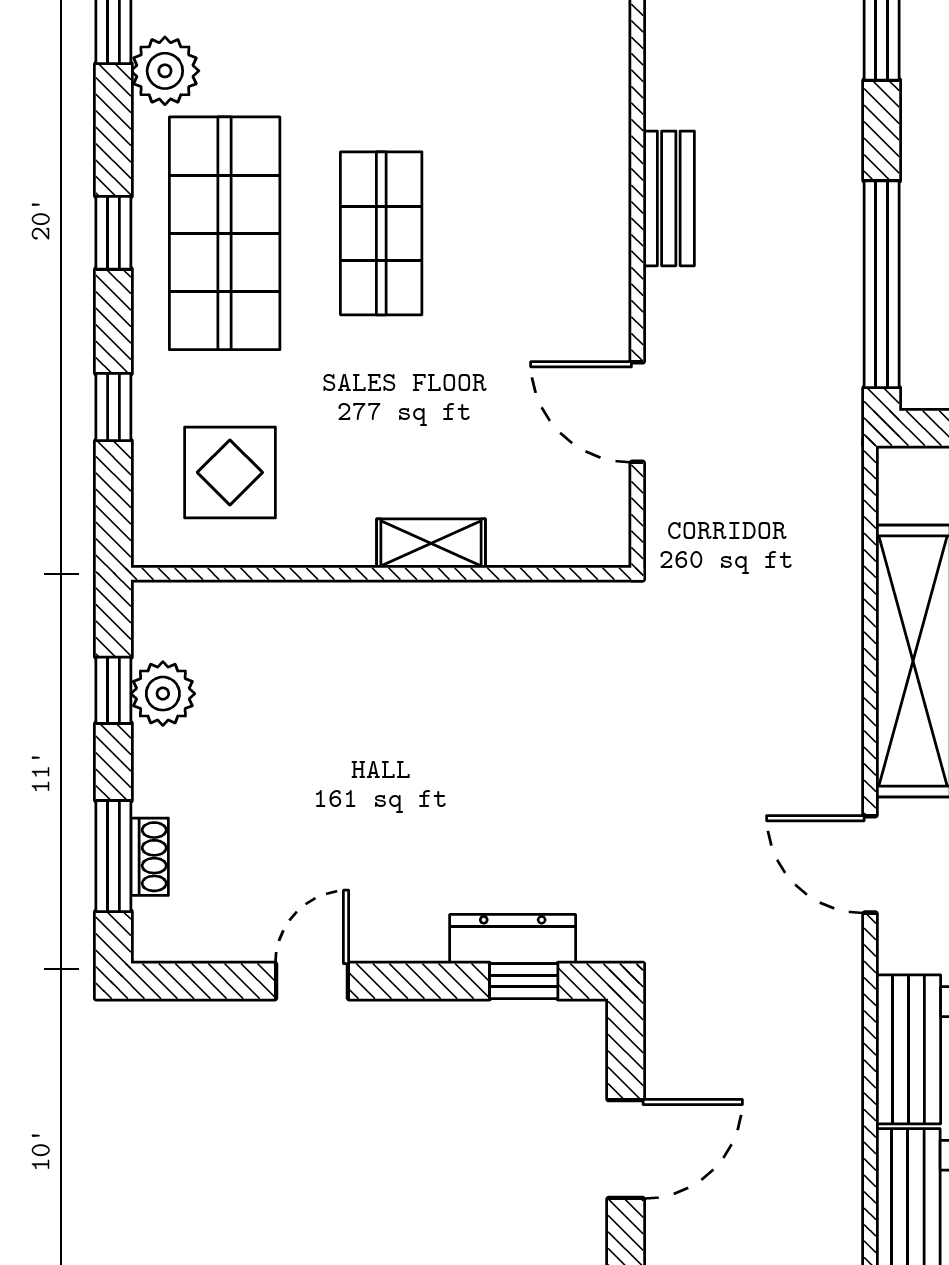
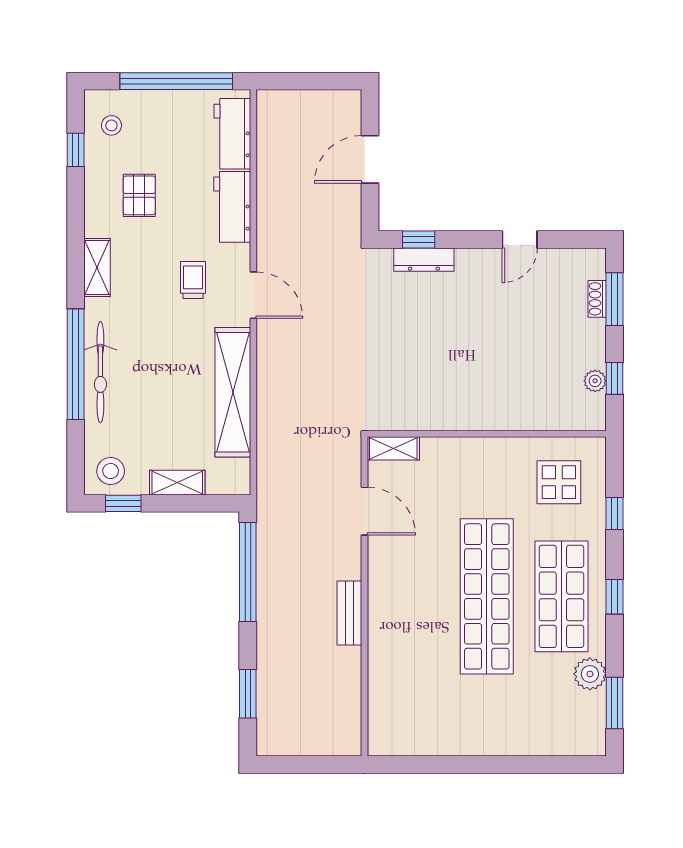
shop shelf: (381, 233) -> (487, 596), width x2.00, depth x1.36
shelving: (431, 543) -> (393, 448), moved
plant: (163, 694) -> (595, 381), width x0.73, depth x0.73

